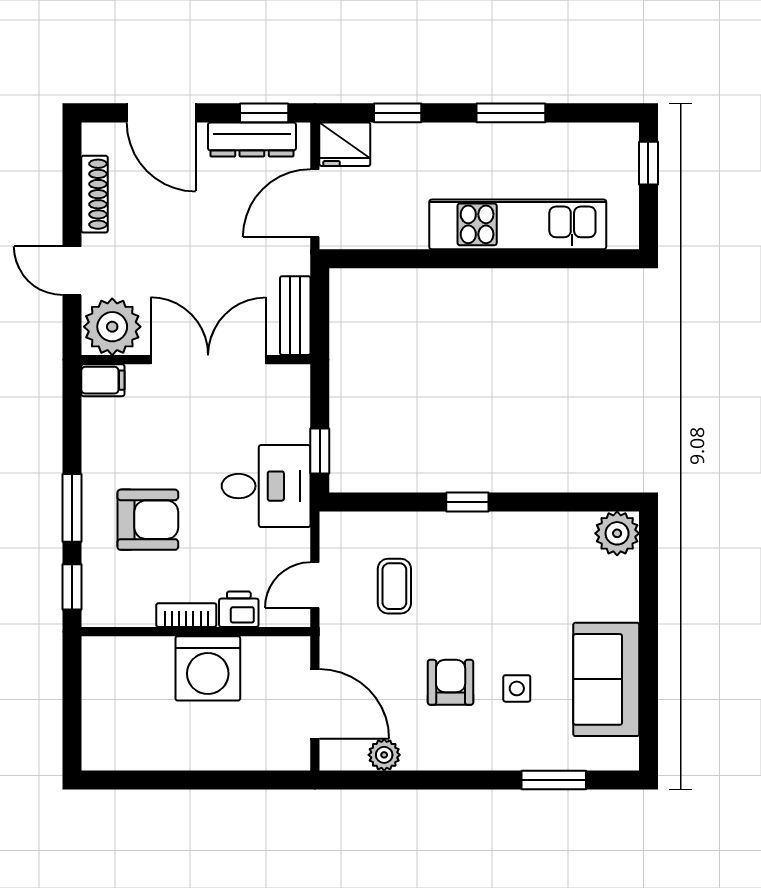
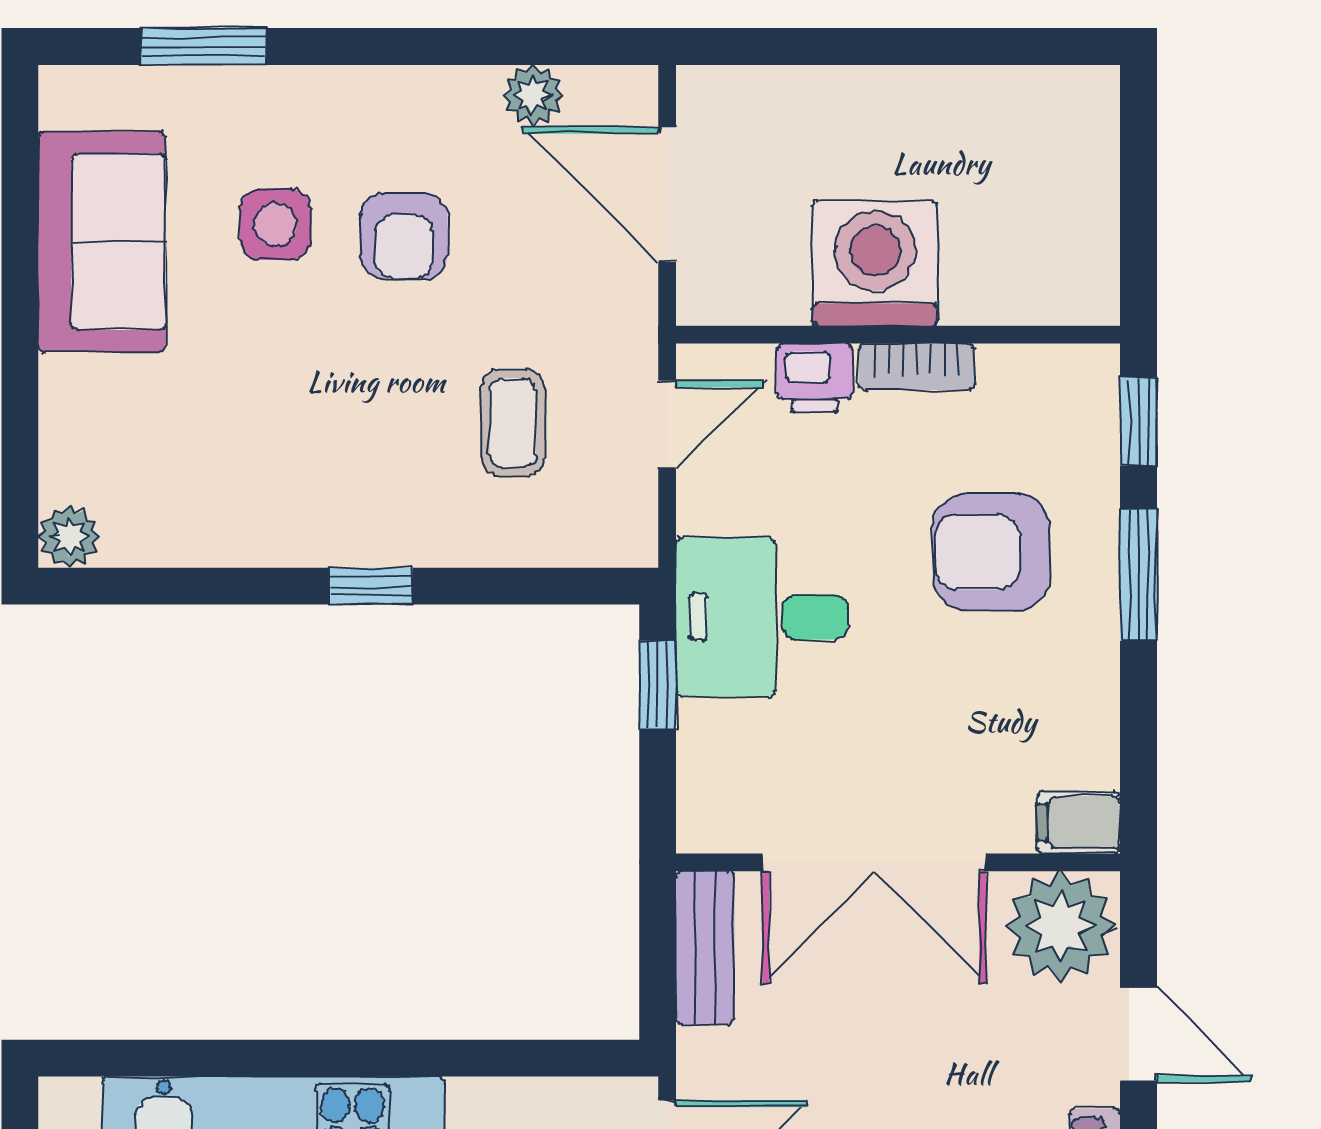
plant: (617, 533) -> (69, 537), width x0.73, depth x0.73
side table: (517, 688) -> (275, 224), width x1.37, depth x1.37

